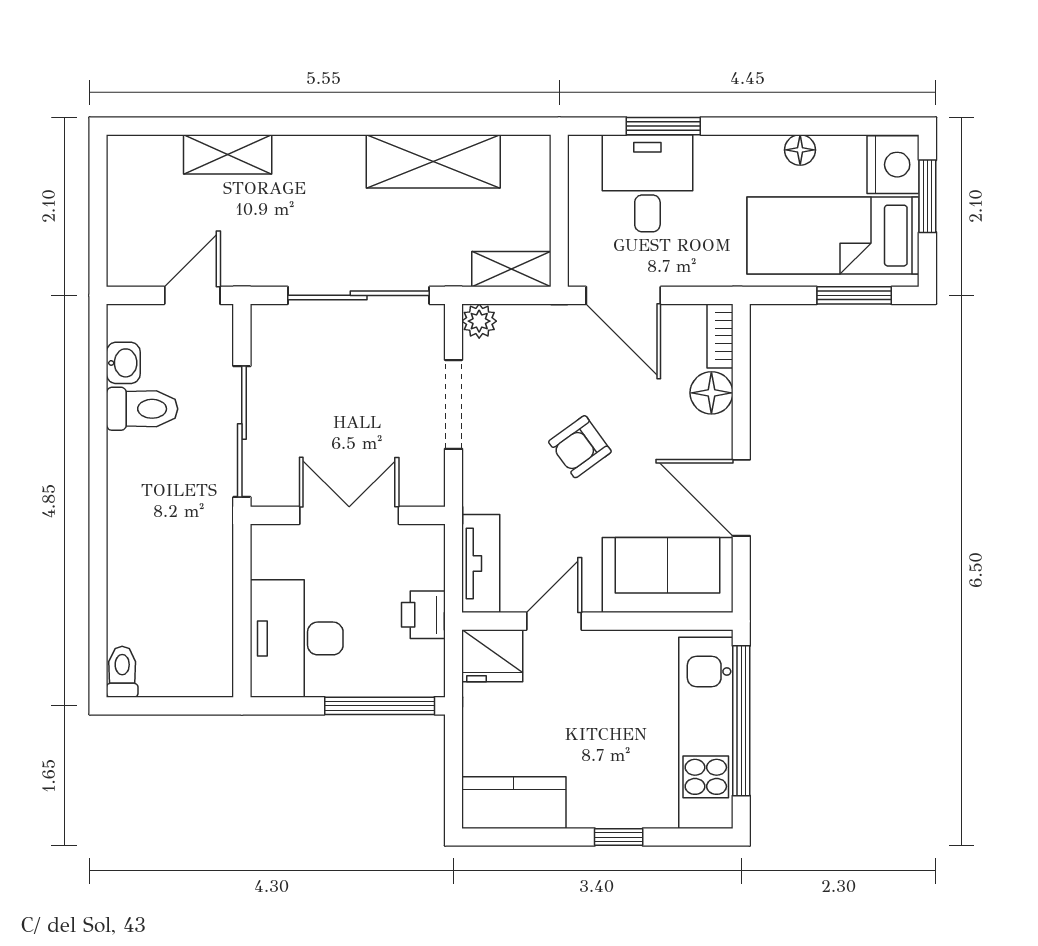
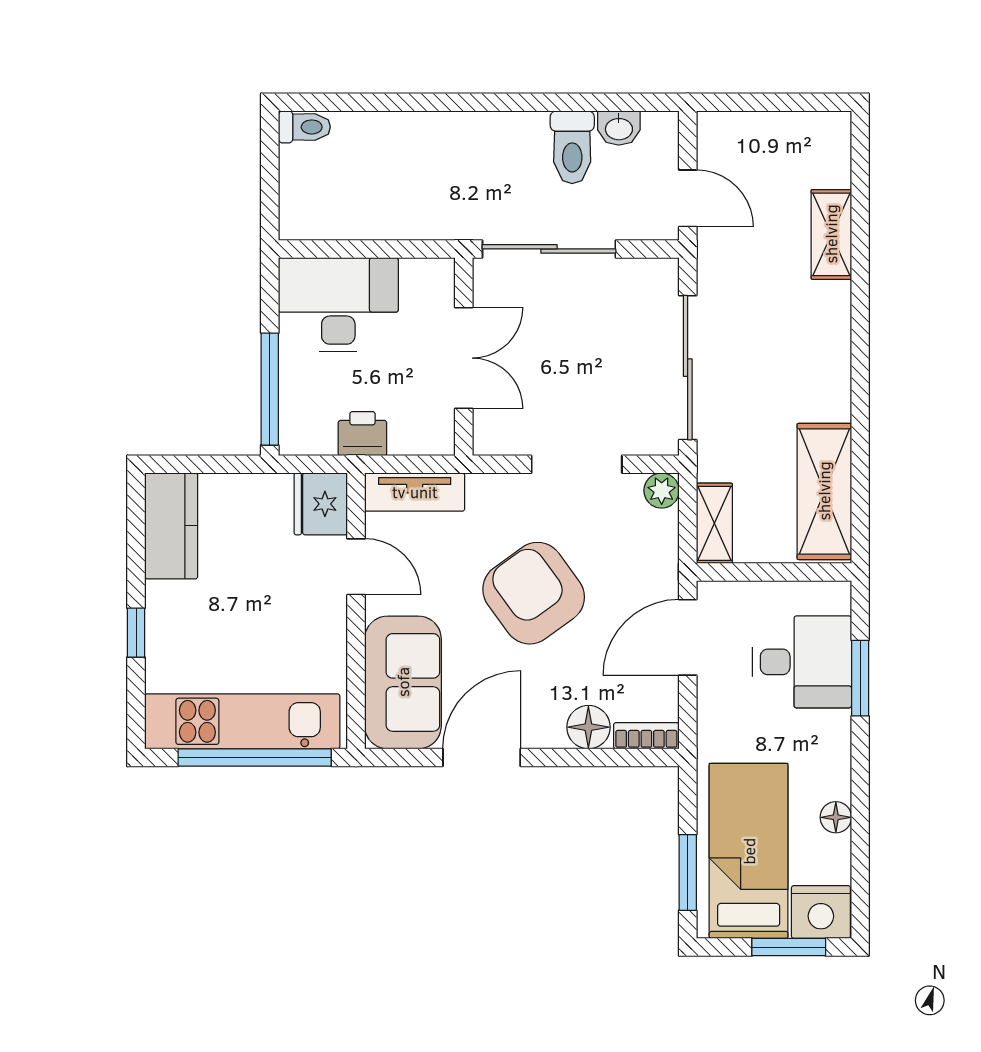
shelving: (433, 161) -> (824, 491), moved
armchair: (580, 447) -> (534, 593), width x1.88, depth x1.88

